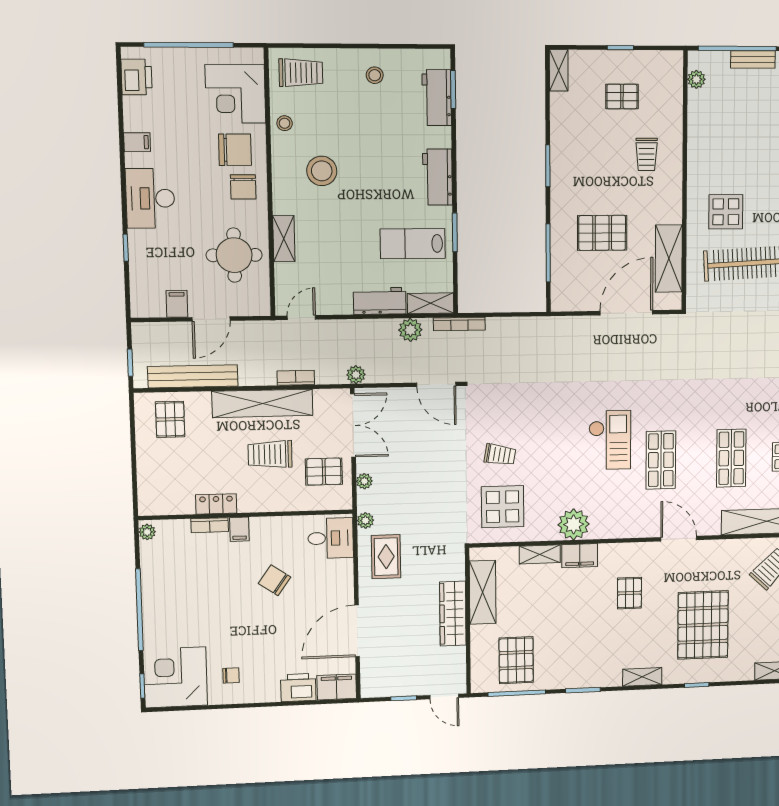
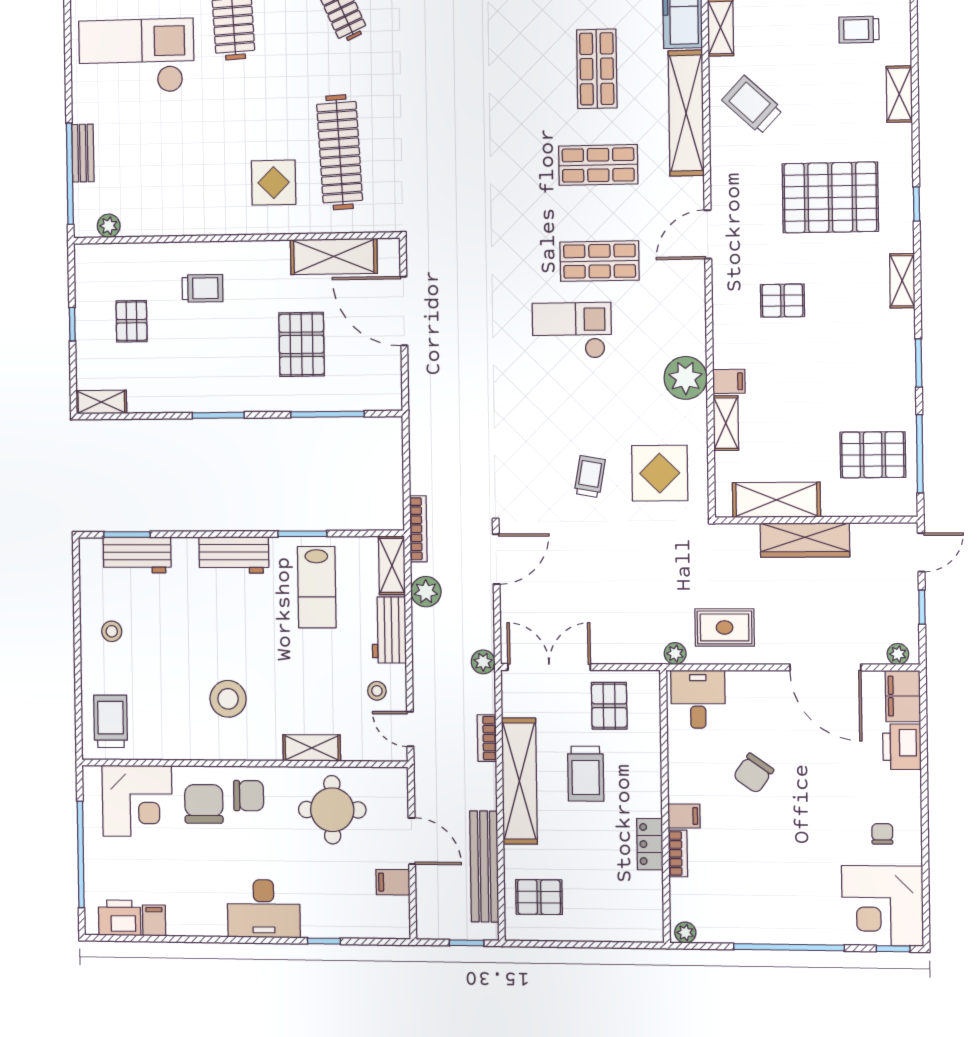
stool: (285, 123) -> (377, 691), moved
filing cabinet: (137, 142) -> (154, 920), moved
plant: (364, 481) -> (898, 654), moved
filing cabinet: (580, 556) -> (729, 381), width x0.50

